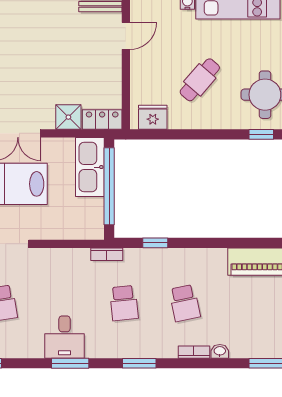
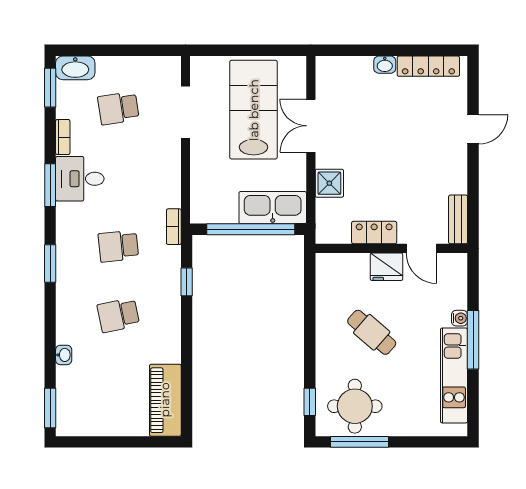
fridge: (153, 117) -> (387, 267), moved, turned 90
locker: (102, 120) -> (374, 233), moved, turned -90
bookcase: (194, 352) -> (63, 137), moved

